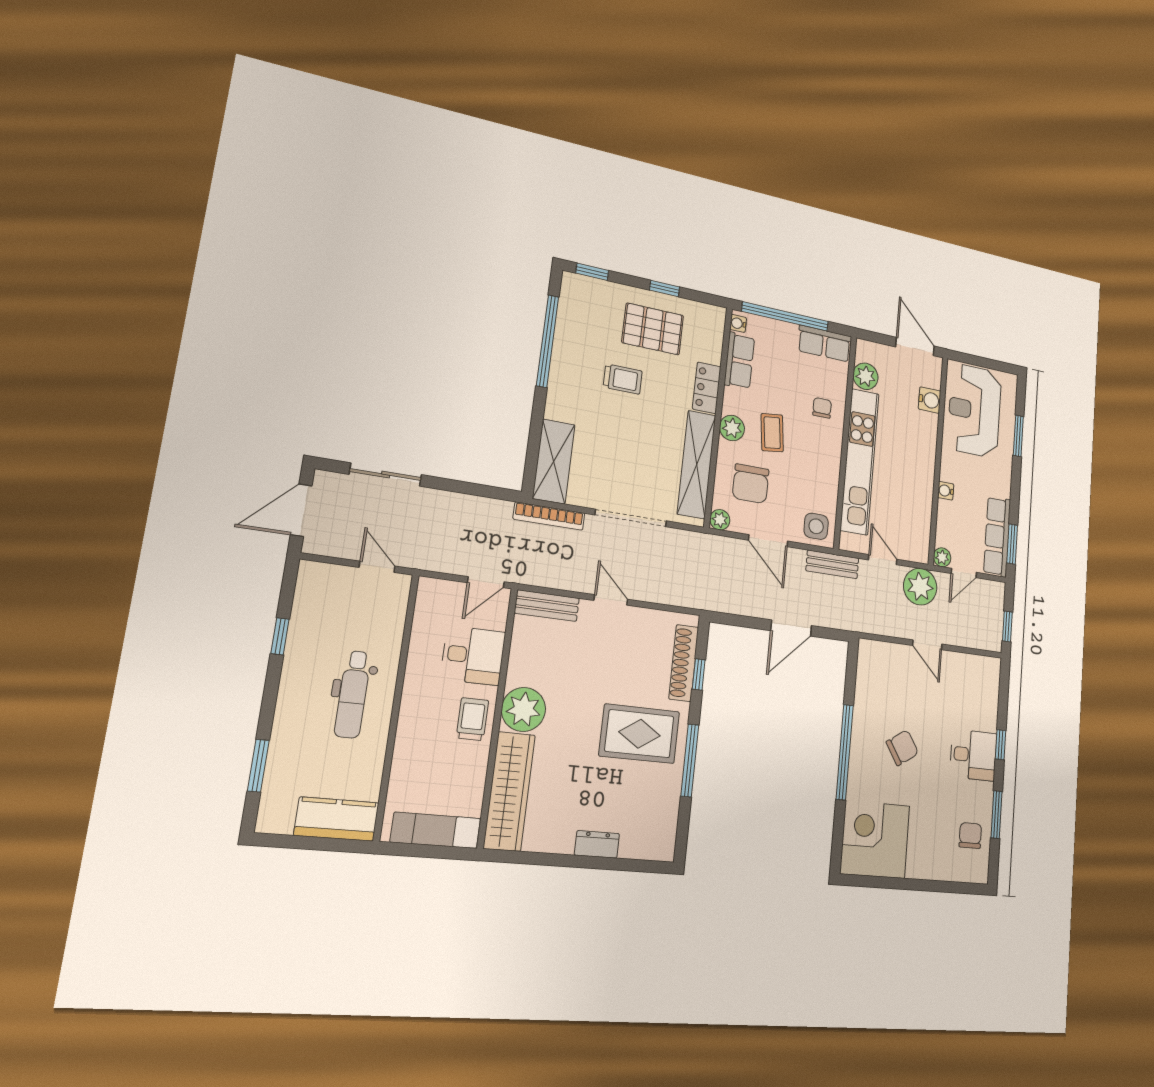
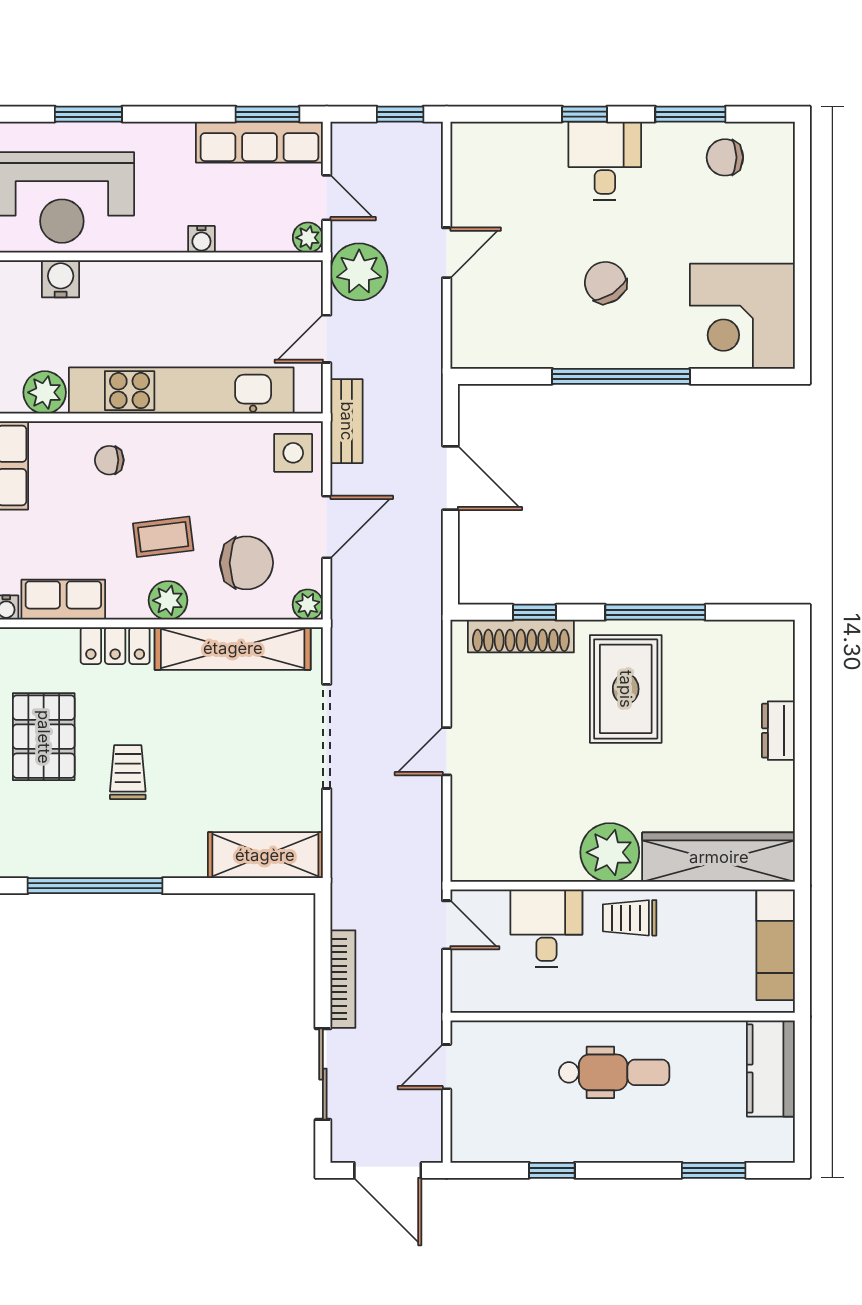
bookcase: (549, 516) -> (343, 979), moved
bench: (547, 606) -> (467, 839), removed

